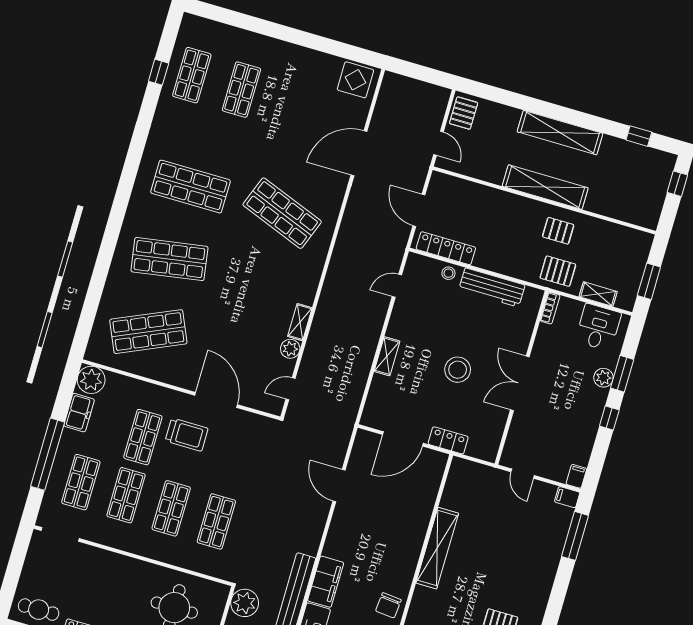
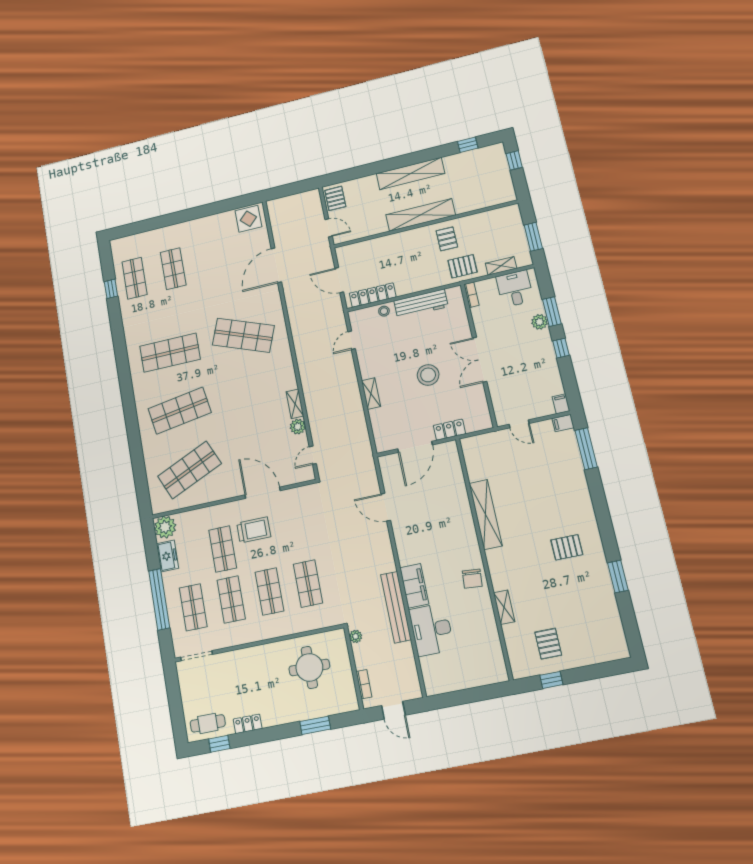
pallet: (558, 231) -> (447, 239), turned 90
plant: (245, 603) -> (356, 636), width x0.53, depth x0.53

